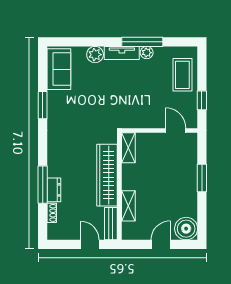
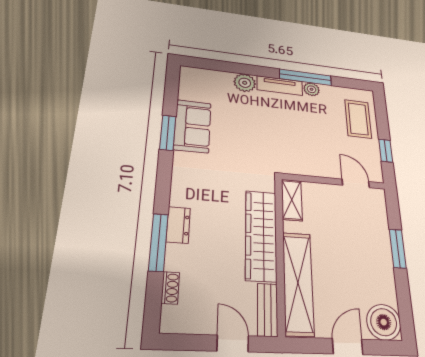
sofa: (59, 69) -> (193, 126), moved
dresser: (54, 190) -> (178, 225), moved
shelving: (128, 206) -> (298, 283), width x2.20, depth x1.33

